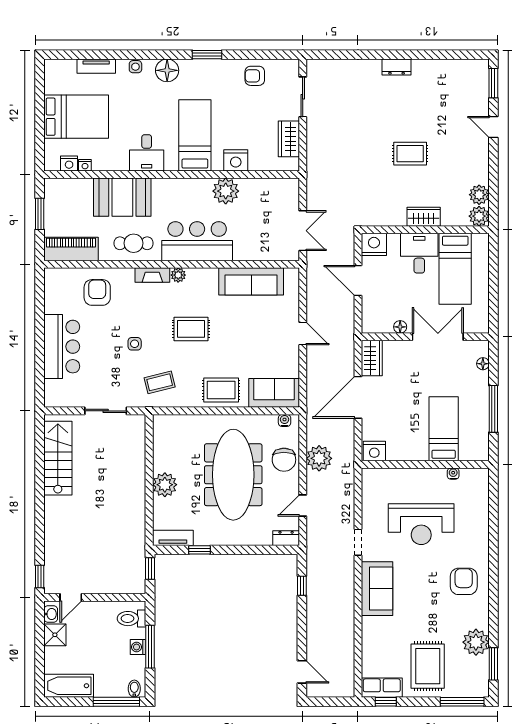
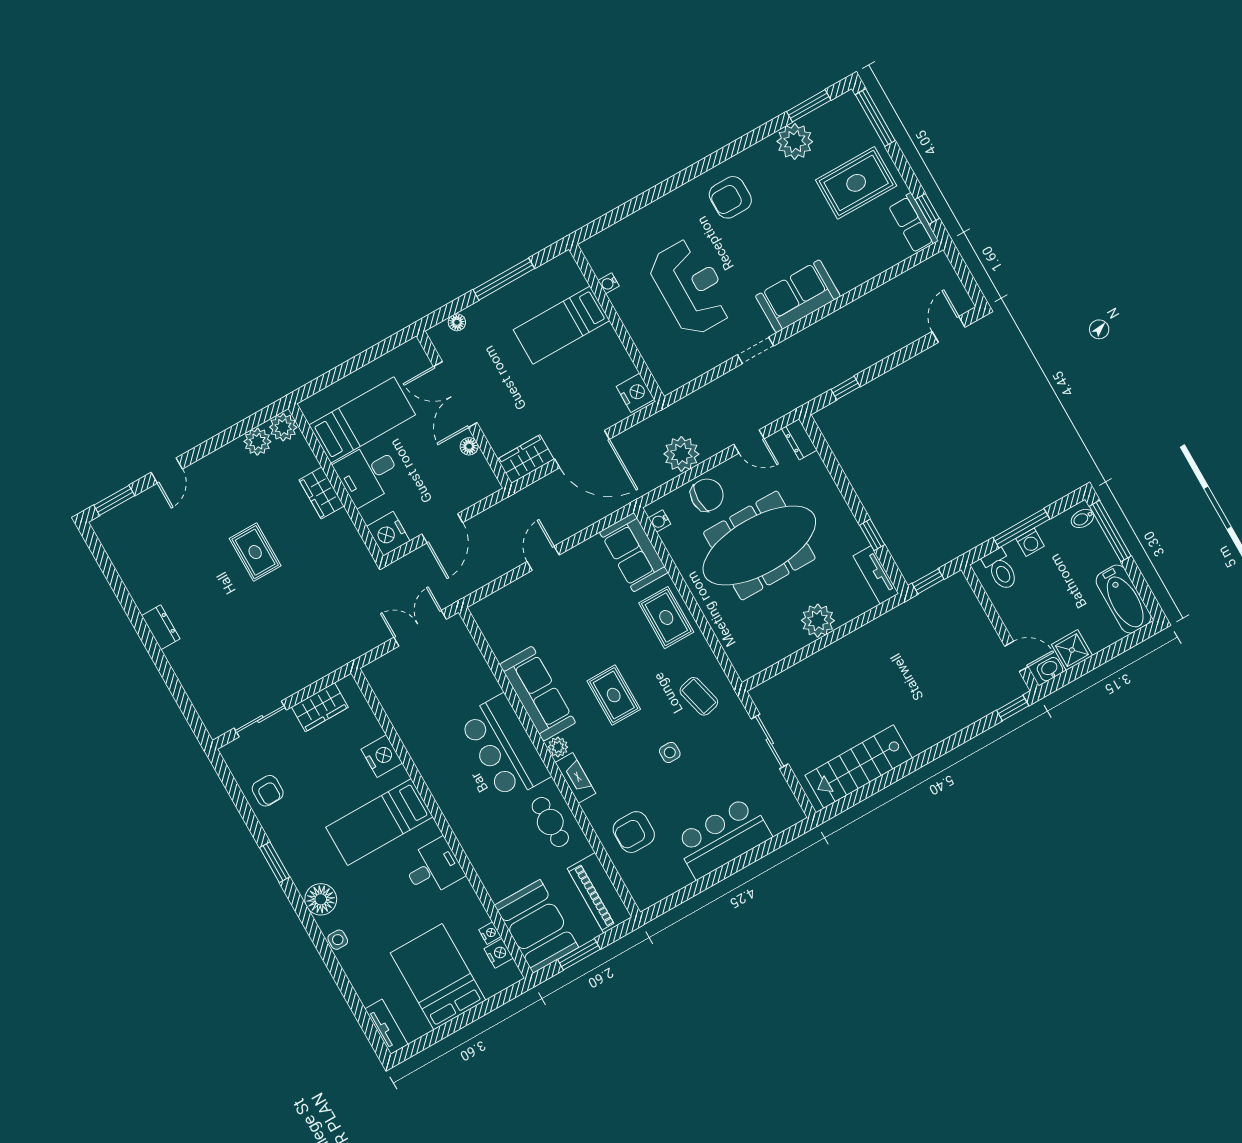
tv unit: (96, 66) -> (386, 1027), moved
plant: (226, 191) -> (425, 747), removed
booth: (122, 197) -> (537, 926), moved
sofa: (251, 281) -> (538, 694), moved

